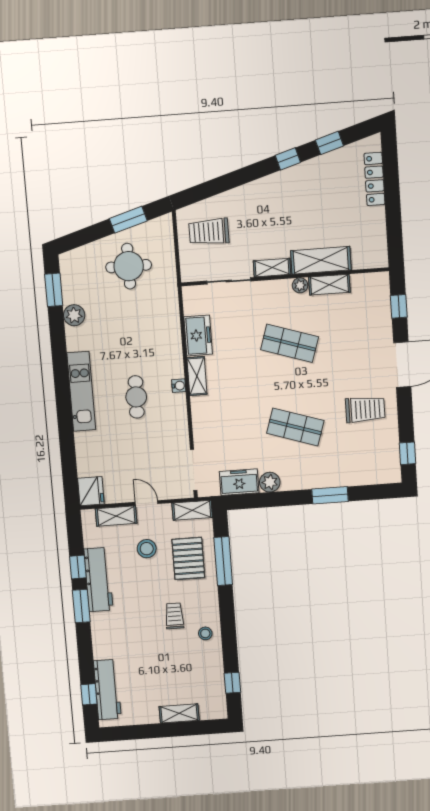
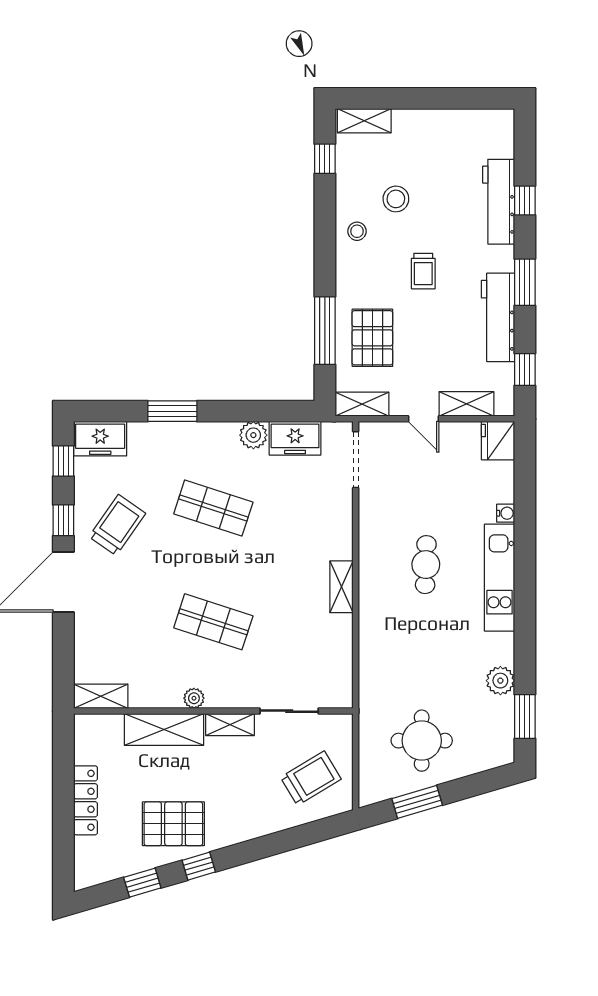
locker: (374, 179) -> (86, 800), moved
pallet: (309, 190) -> (173, 824), added
trolley: (209, 232) -> (311, 778), turned -31
shelving: (329, 285) -> (101, 696), moved
window: (399, 306) -> (63, 520), moved
freezer: (198, 335) -> (100, 439), moved, turned -90
water cooler: (179, 386) -> (506, 513), moved, turned 180
trolley: (365, 409) -> (117, 525), turned 125
stool: (147, 549) -> (396, 199), moved
window: (78, 567) -> (525, 369), moved
trolley: (174, 616) -> (423, 271), moved
workbench: (107, 690) -> (499, 202), moved
window: (89, 694) -> (525, 201), moved
shelving: (179, 713) -> (364, 121), moved

